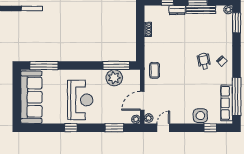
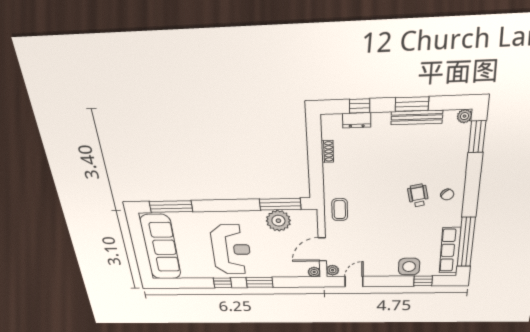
dresser: (177, 10) -> (357, 120), moved
window: (114, 128) -> (259, 282), moved

